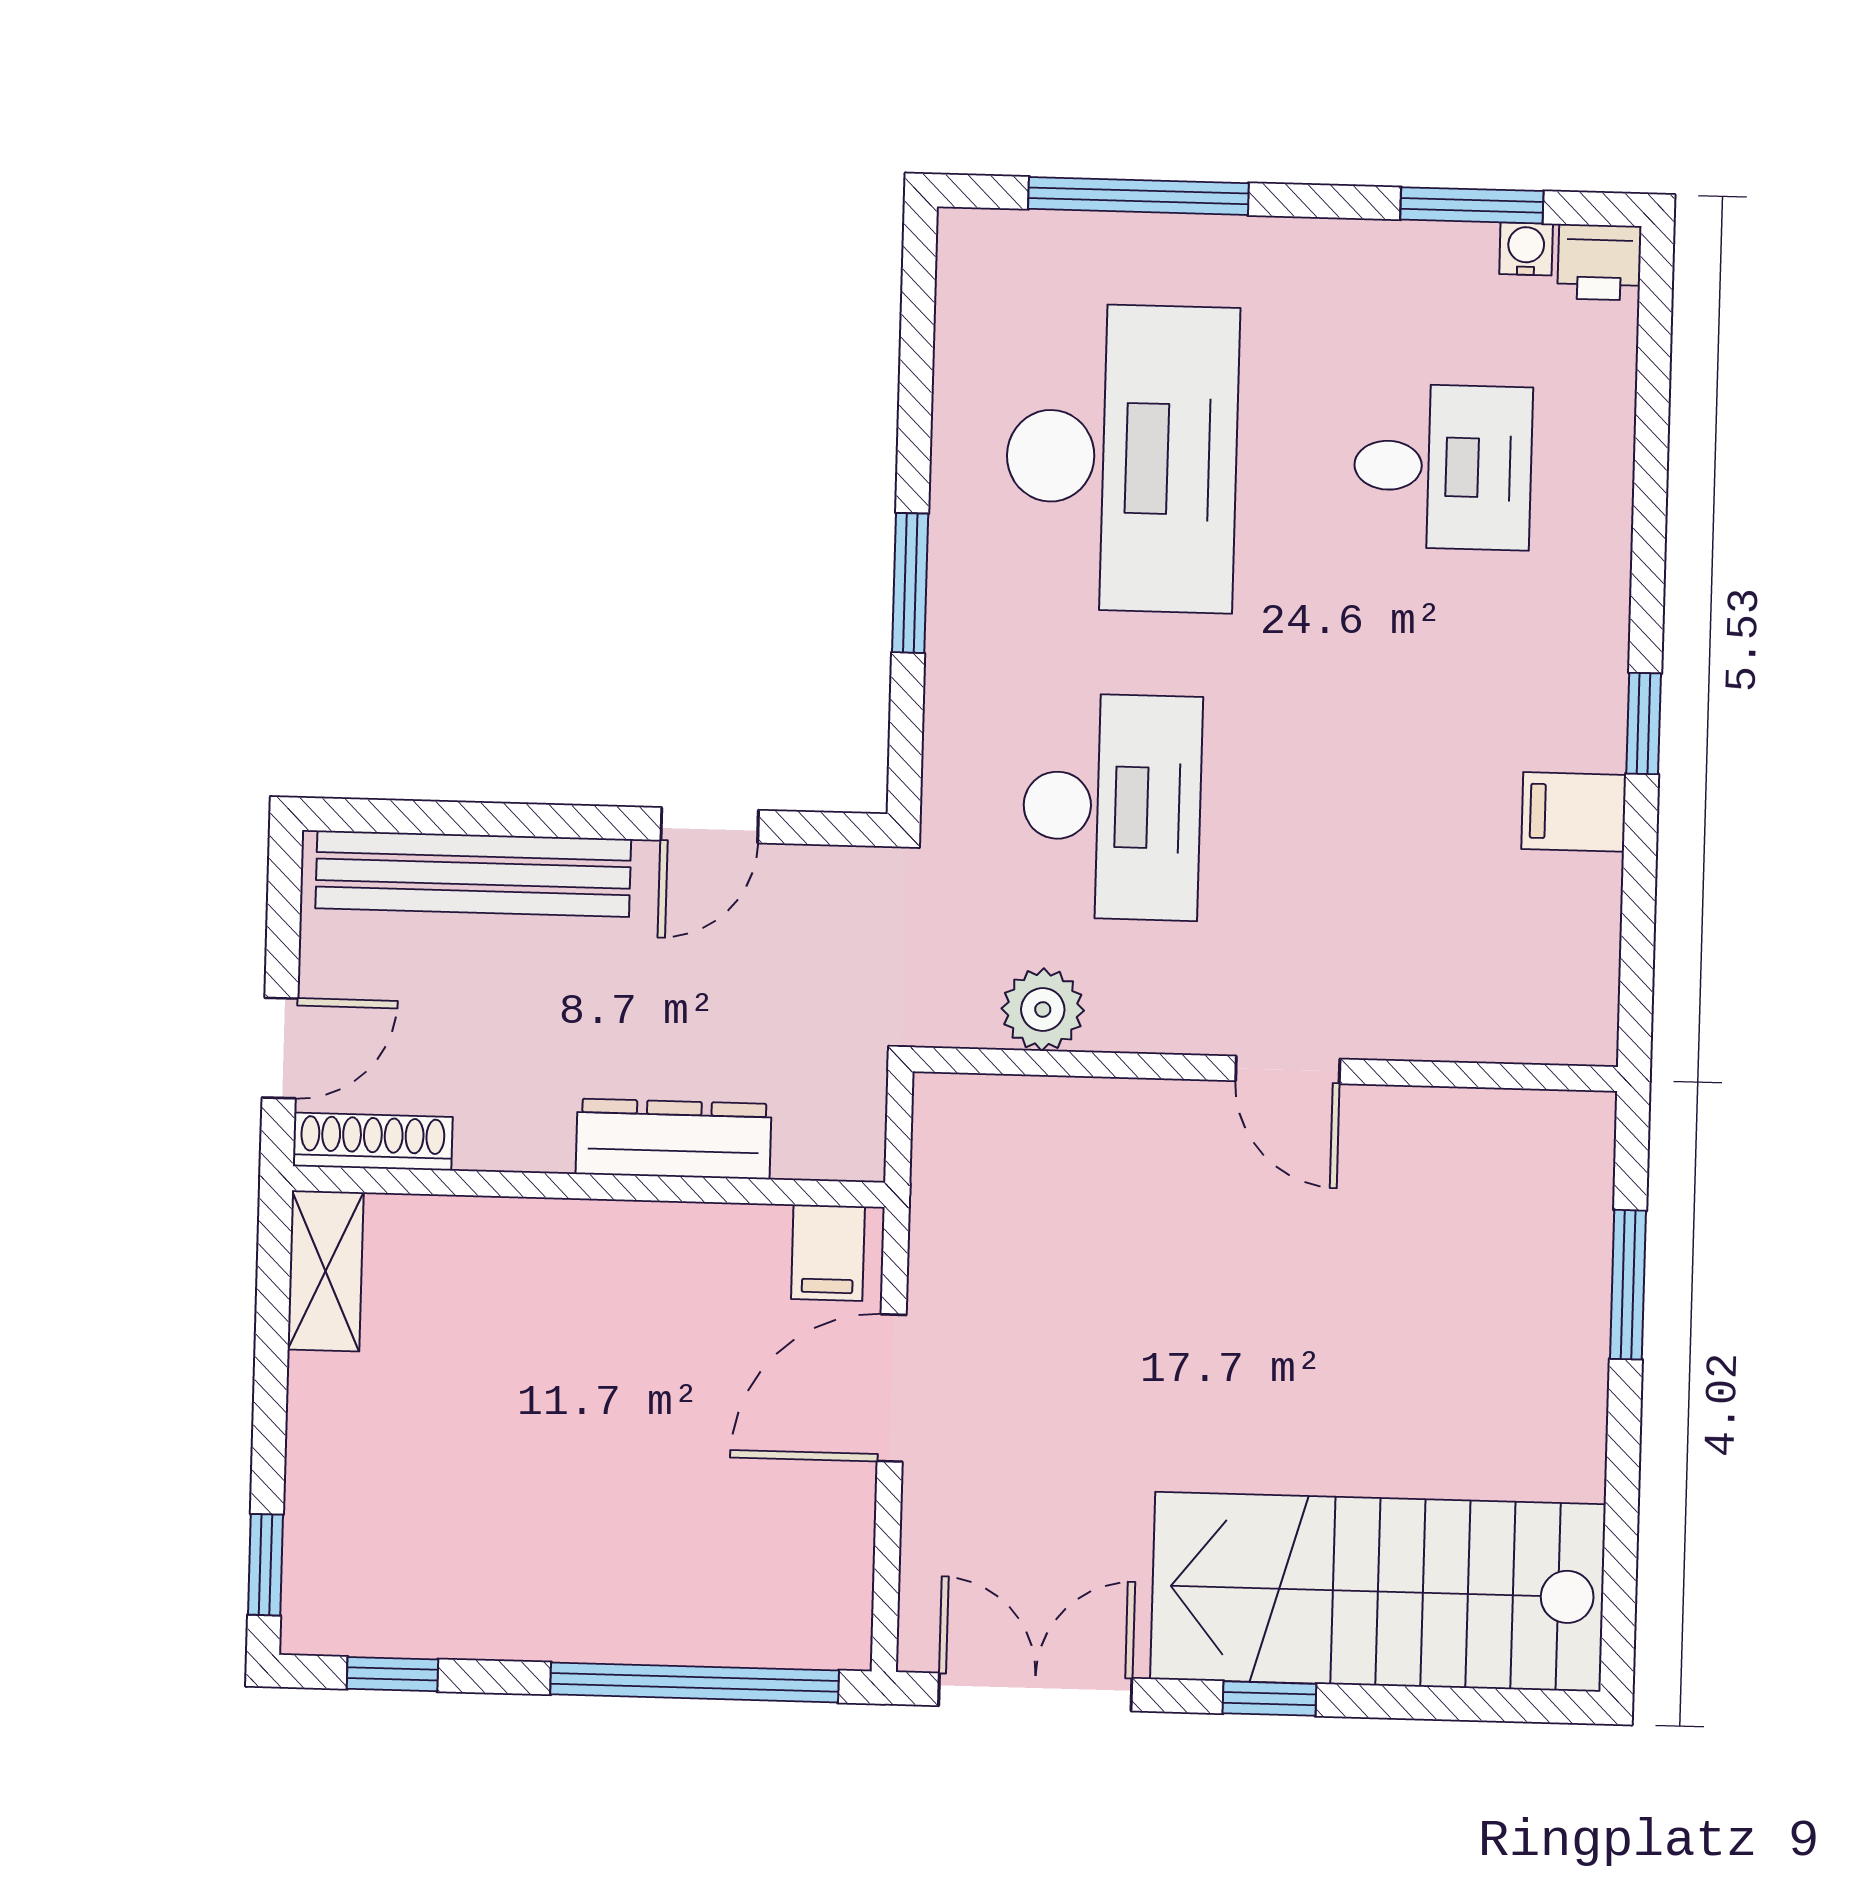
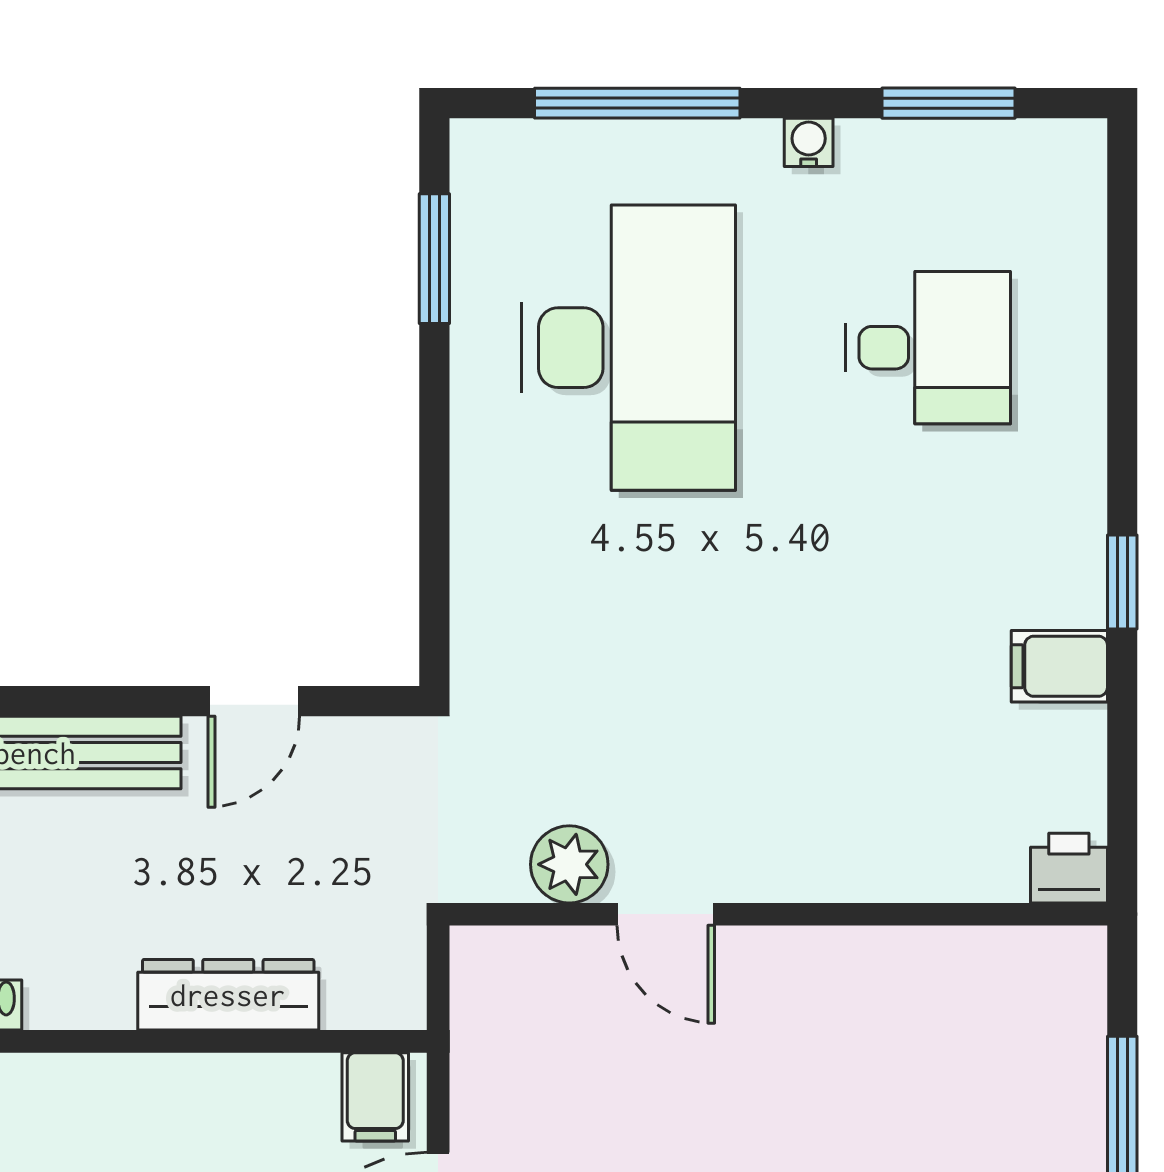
water cooler: (1526, 249) -> (809, 142), moved
printer: (1599, 262) -> (1069, 868), moved, turned 180
window: (910, 583) -> (434, 259), moved
desk: (1112, 807) -> (628, 673), removed
door: (1288, 1070) -> (666, 914), moved

